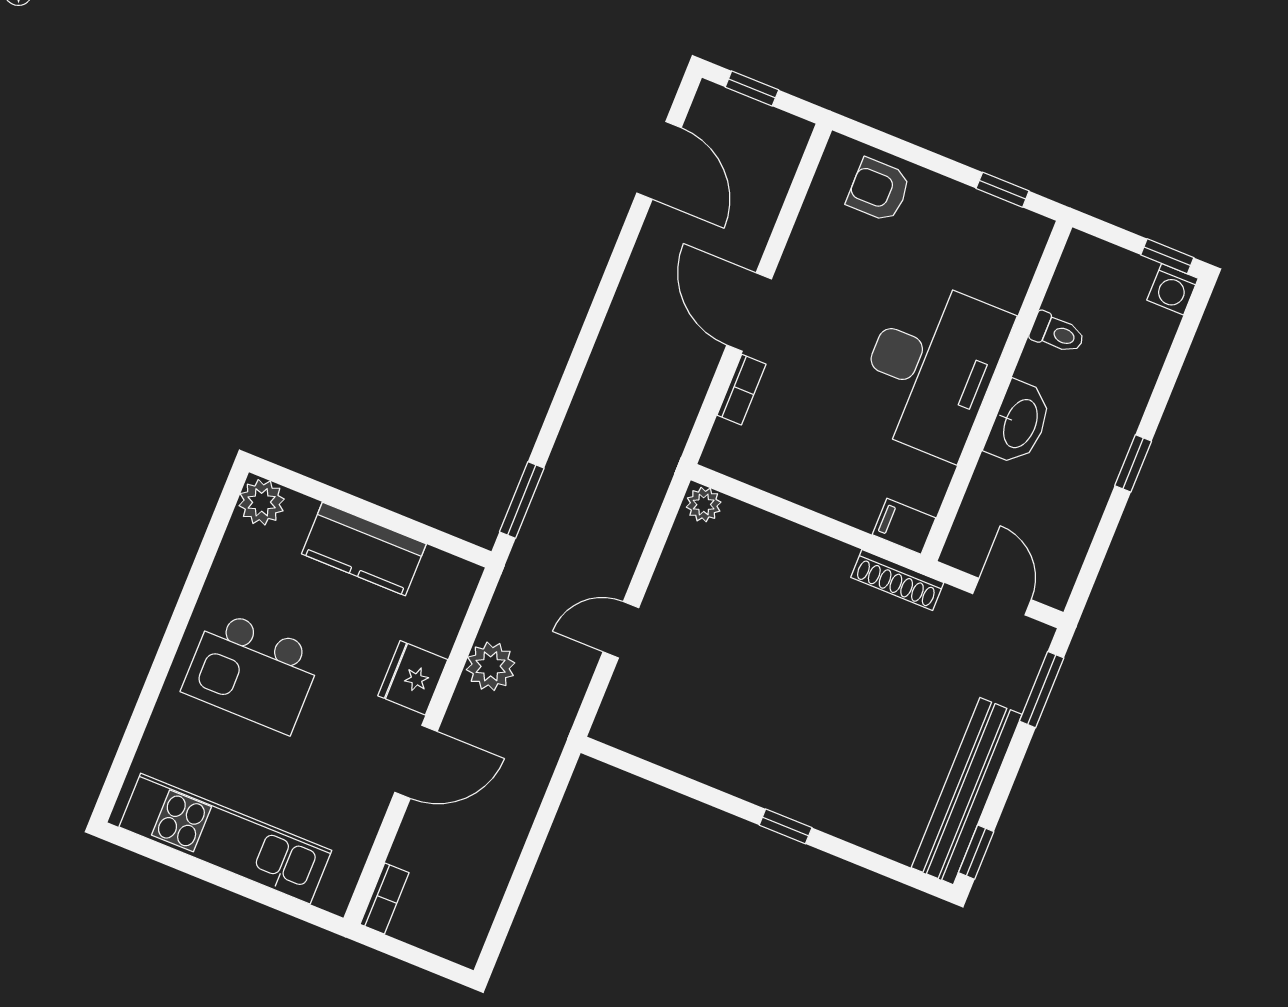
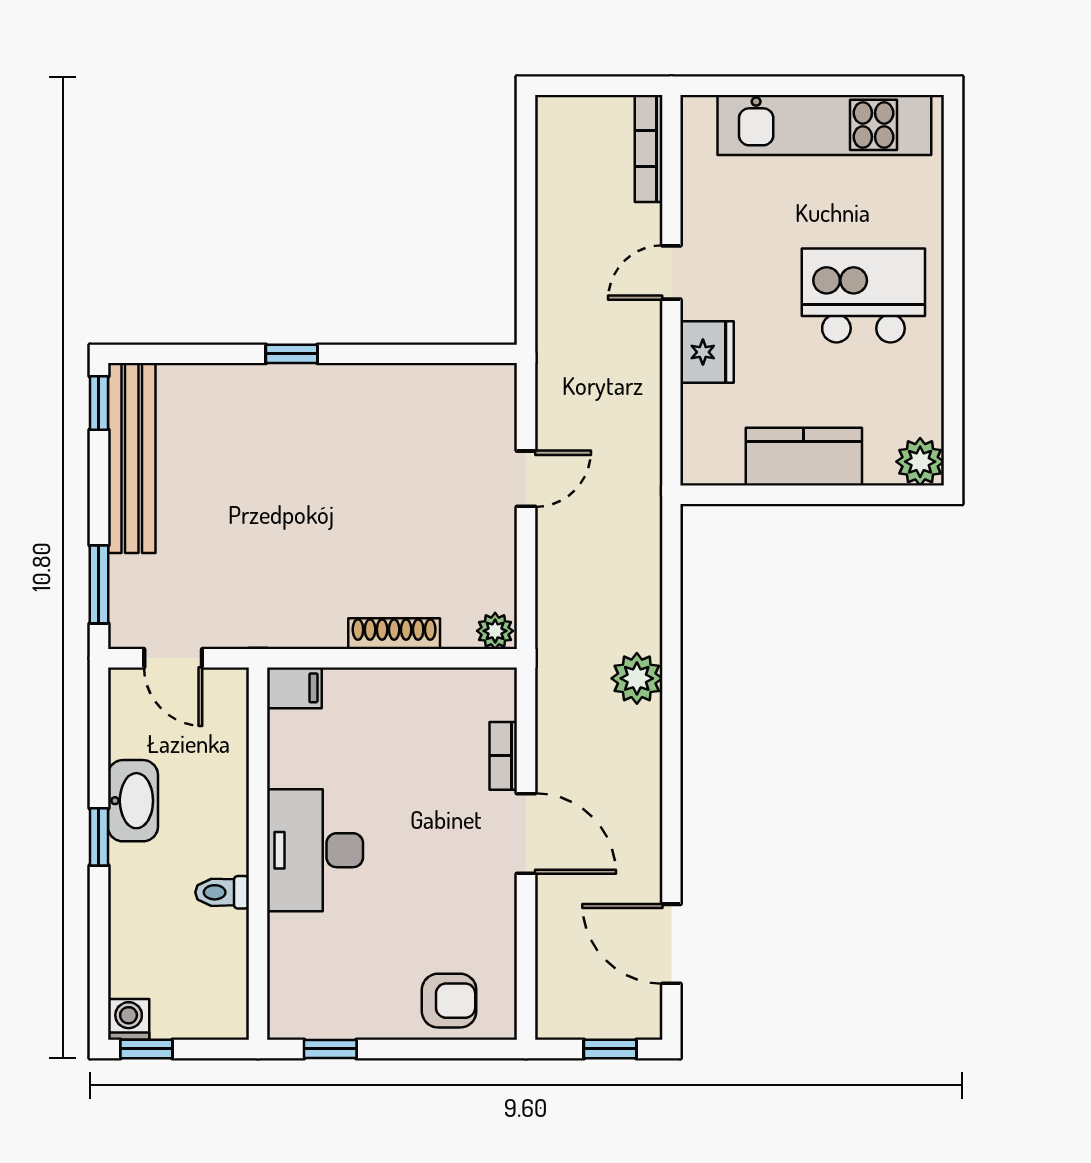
toilet: (1057, 333) -> (222, 892), moved
desk: (931, 368) -> (315, 850), width x0.73, depth x0.77
washbasin: (1019, 423) -> (133, 801), moved, turned 180
window: (522, 500) -> (671, 565), removed
shoe rack: (897, 580) -> (394, 634), moved
plant: (491, 666) -> (637, 678), moved
door: (416, 762) -> (671, 273), width x0.73
bookcase: (384, 899) -> (649, 149), width x1.56

